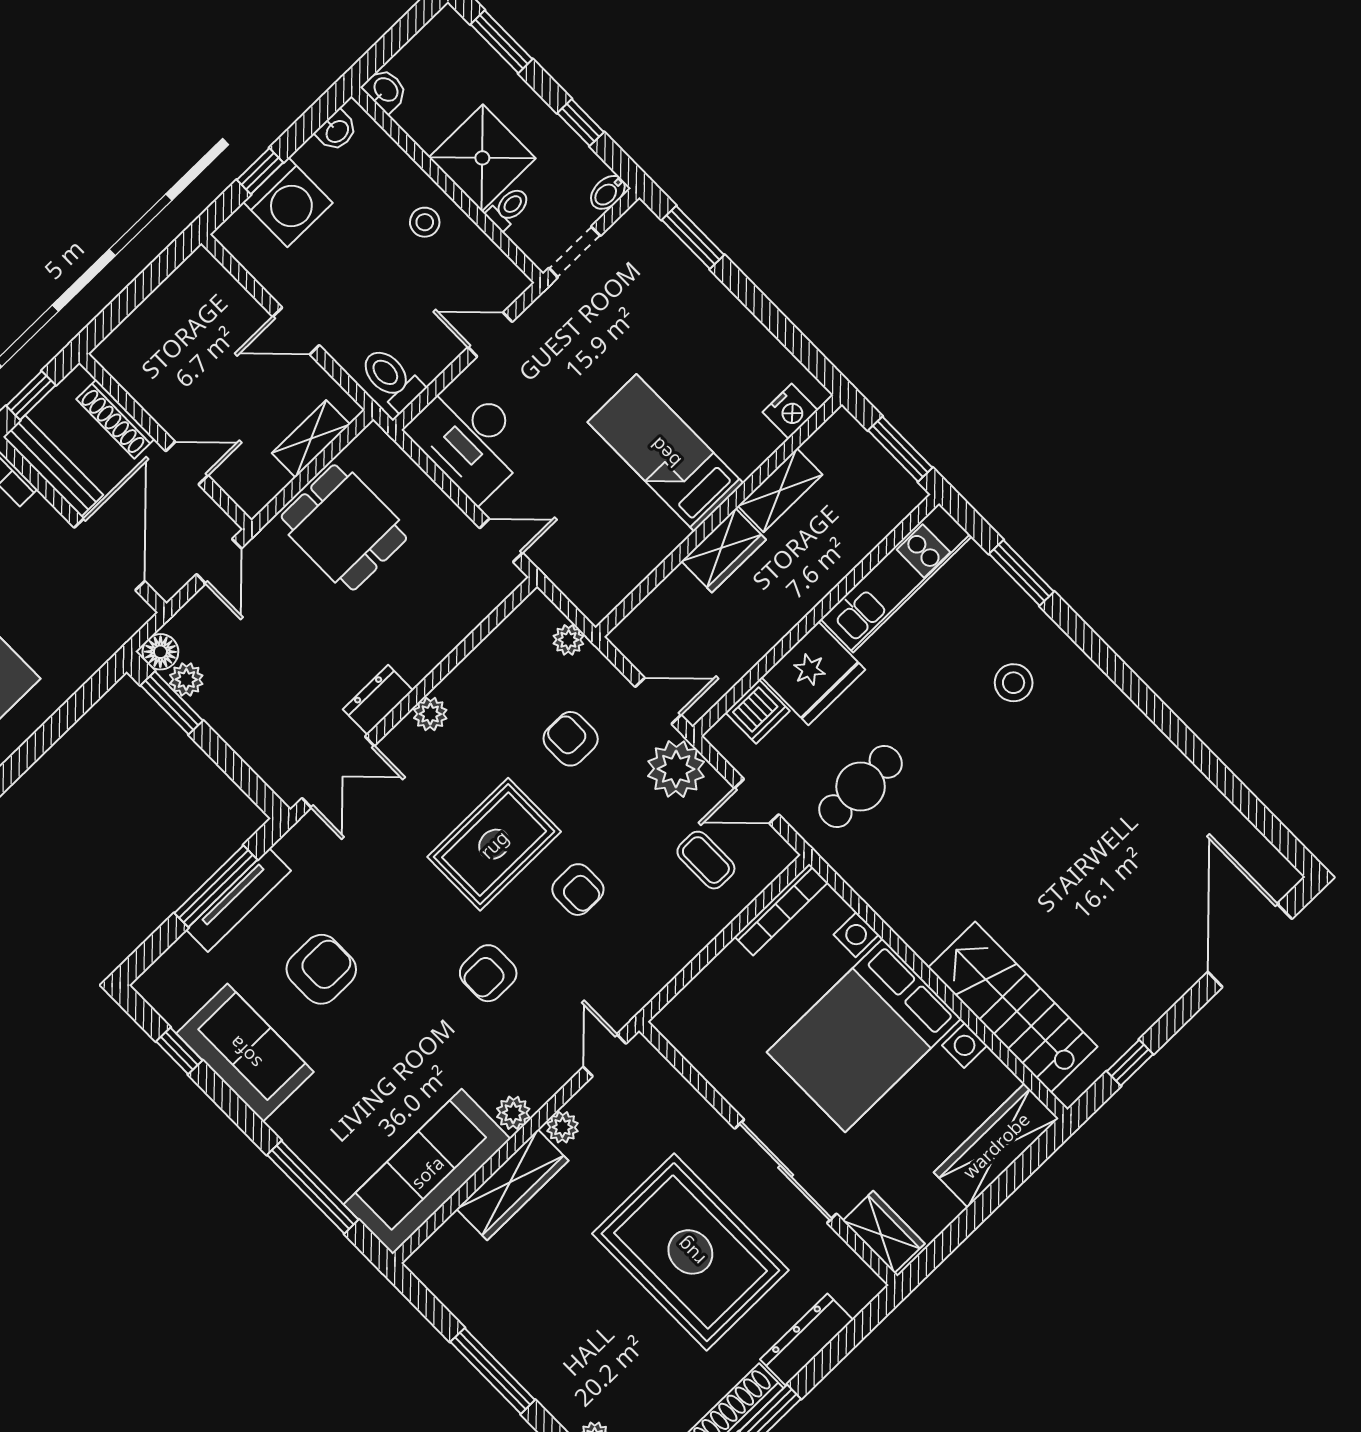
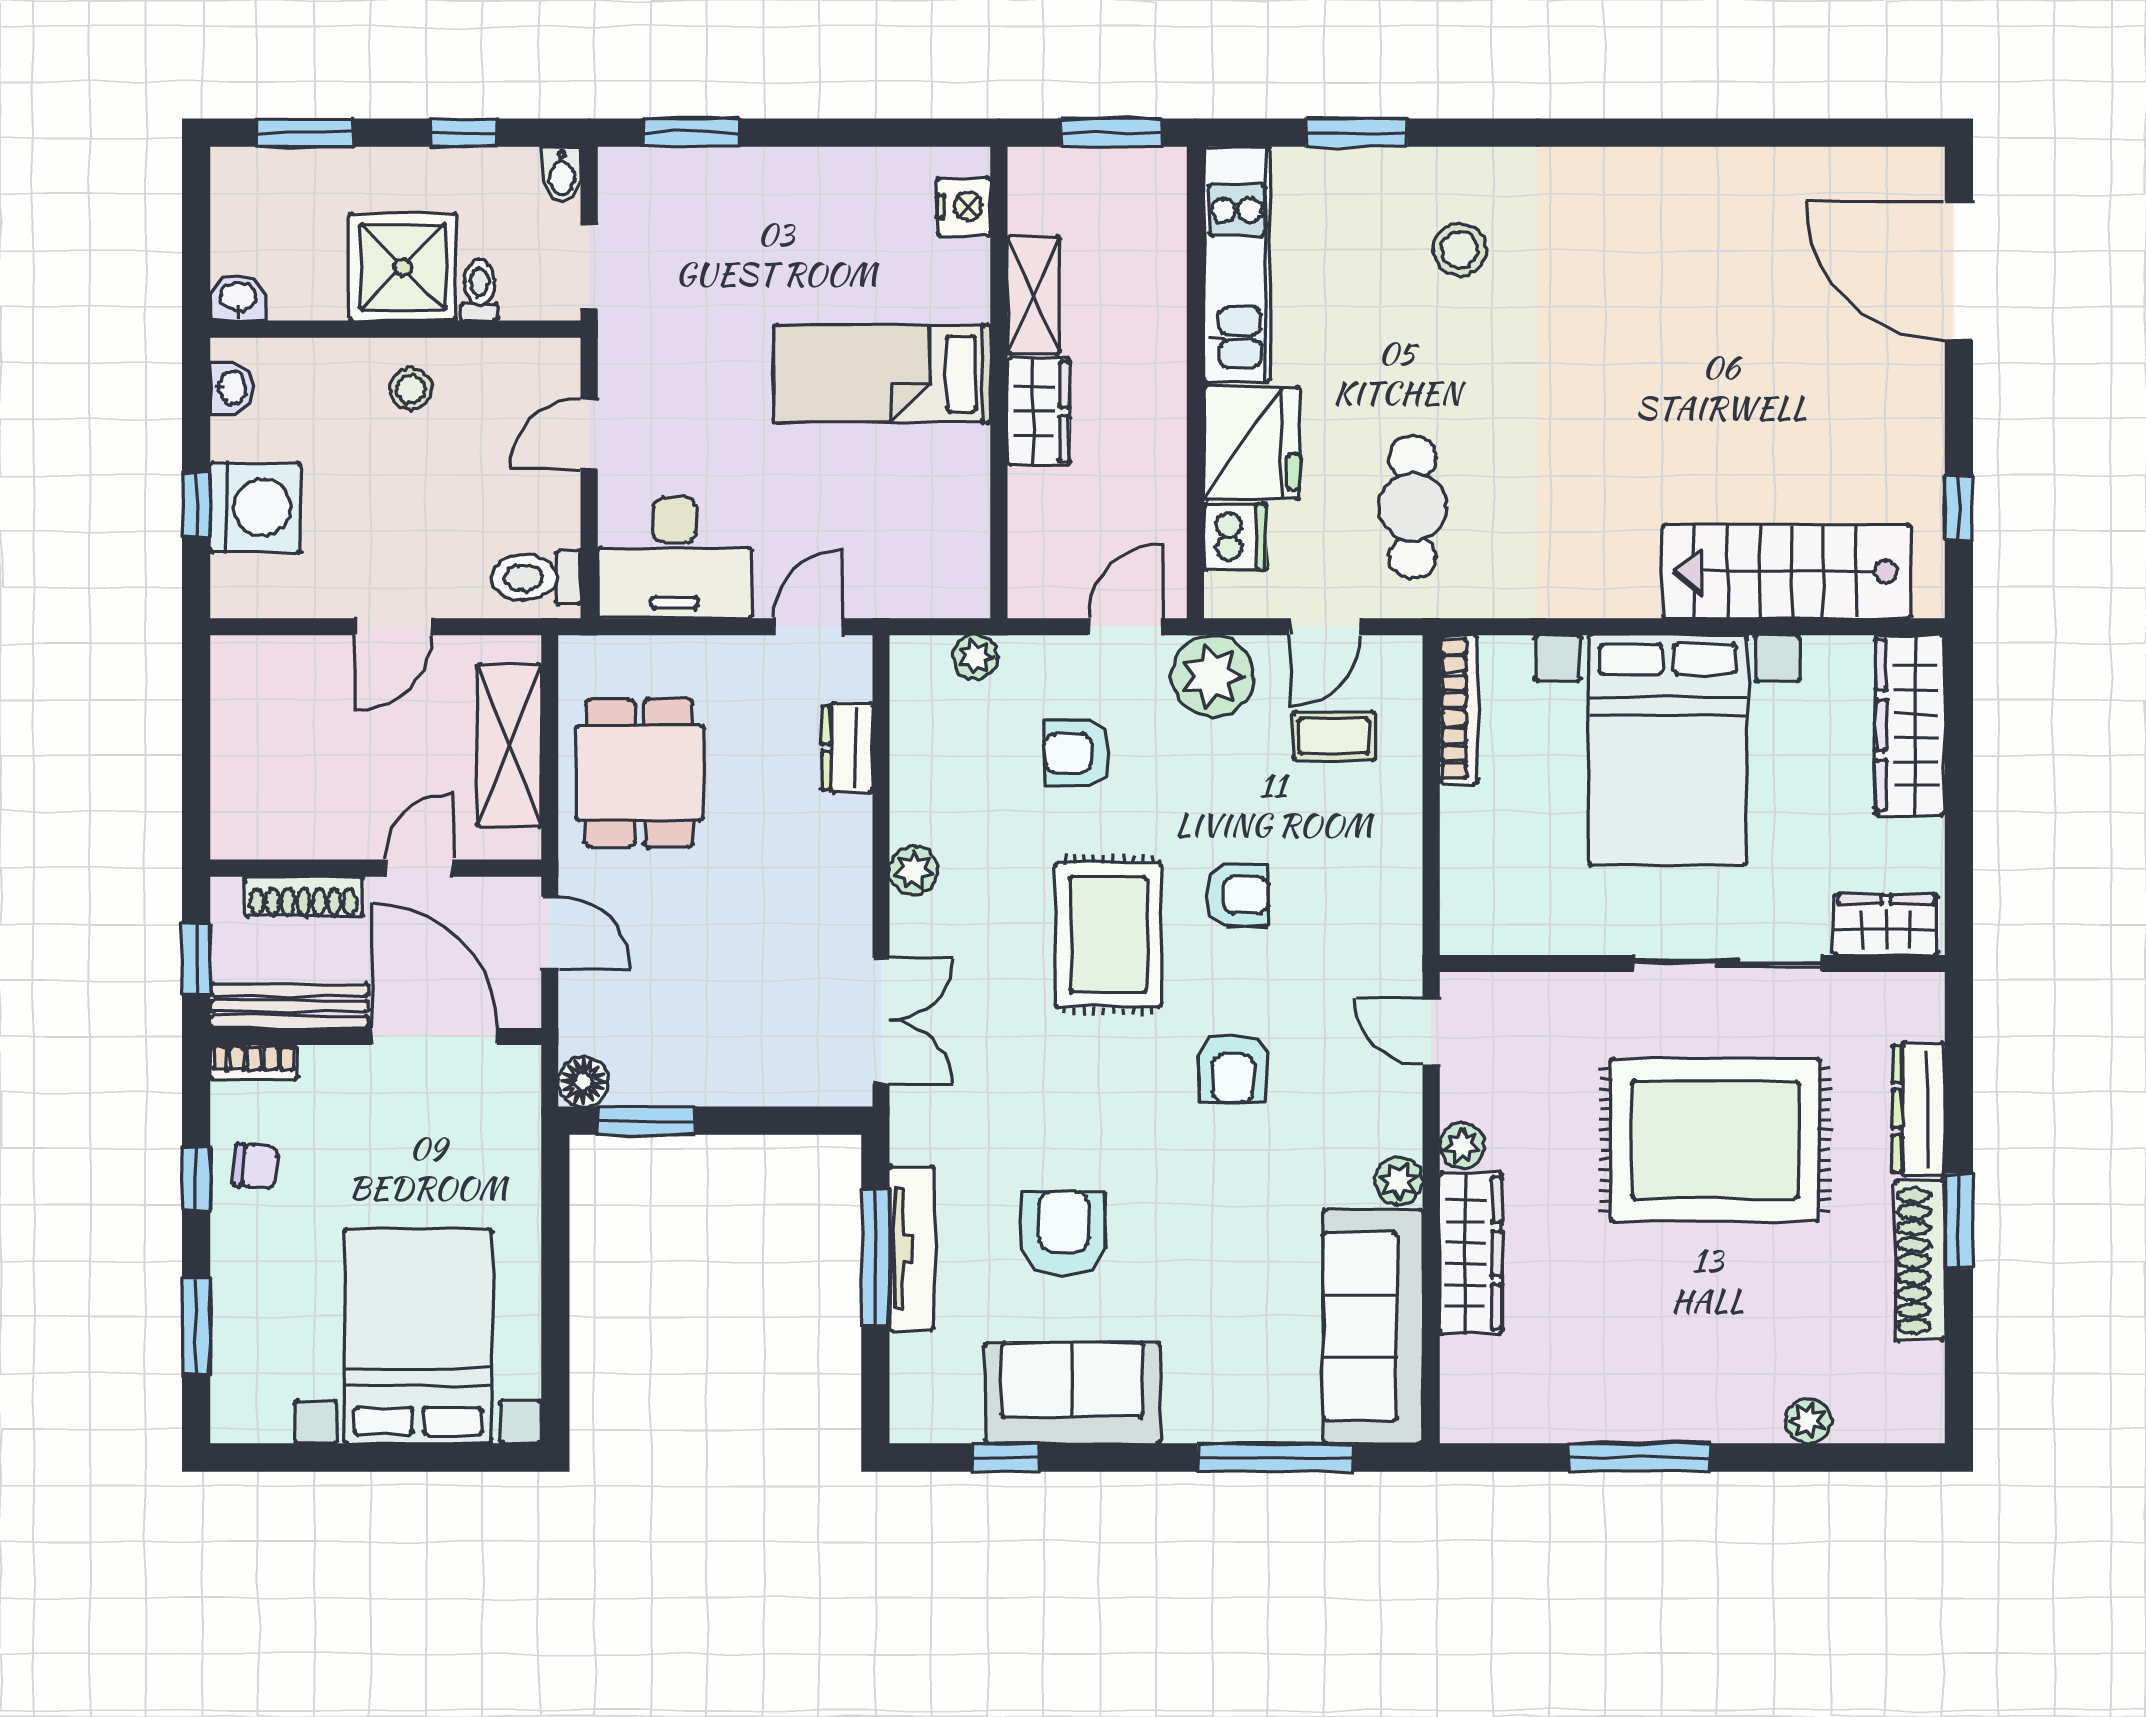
shelving: (311, 439) -> (509, 745), width x1.50, depth x1.33
dining table: (344, 527) -> (639, 773), turned 90
plant: (186, 679) -> (637, 1083), removed
dresser: (378, 700) -> (847, 748), moved

